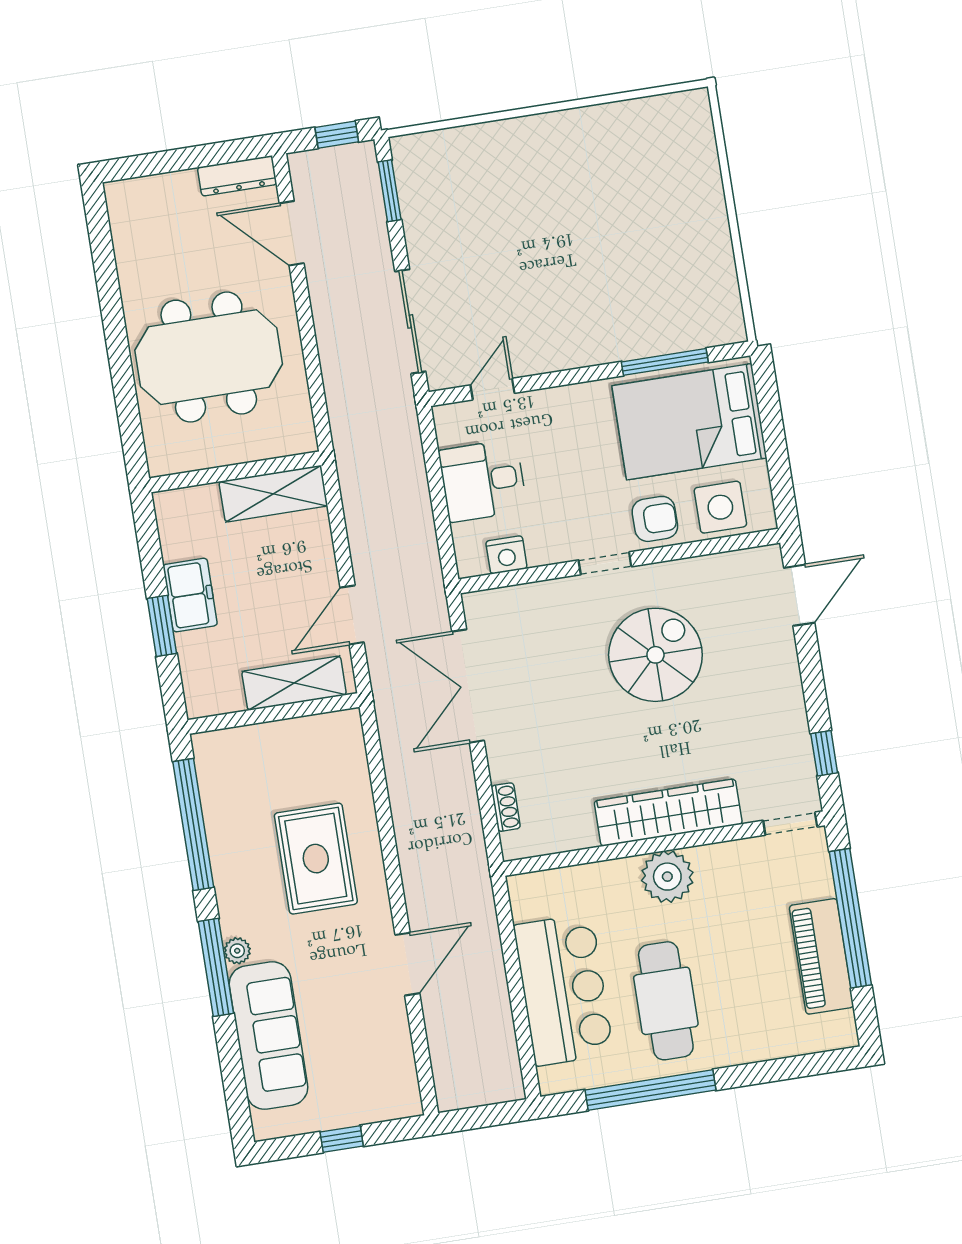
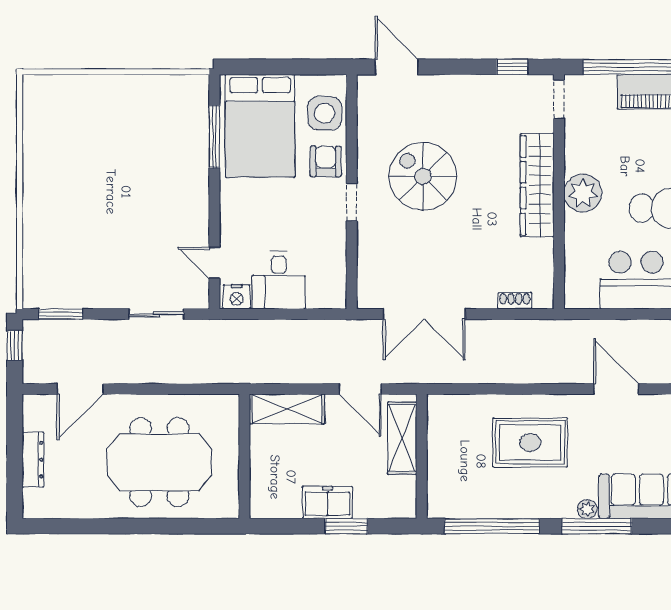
dresser: (237, 176) -> (33, 460), moved
sliding door: (410, 321) -> (157, 314), width x0.73
meeting table: (209, 357) -> (159, 462), turned 90
shelving: (273, 494) -> (287, 409), moved, turned 90
nightstand: (506, 555) -> (237, 297), moved, turned 90

